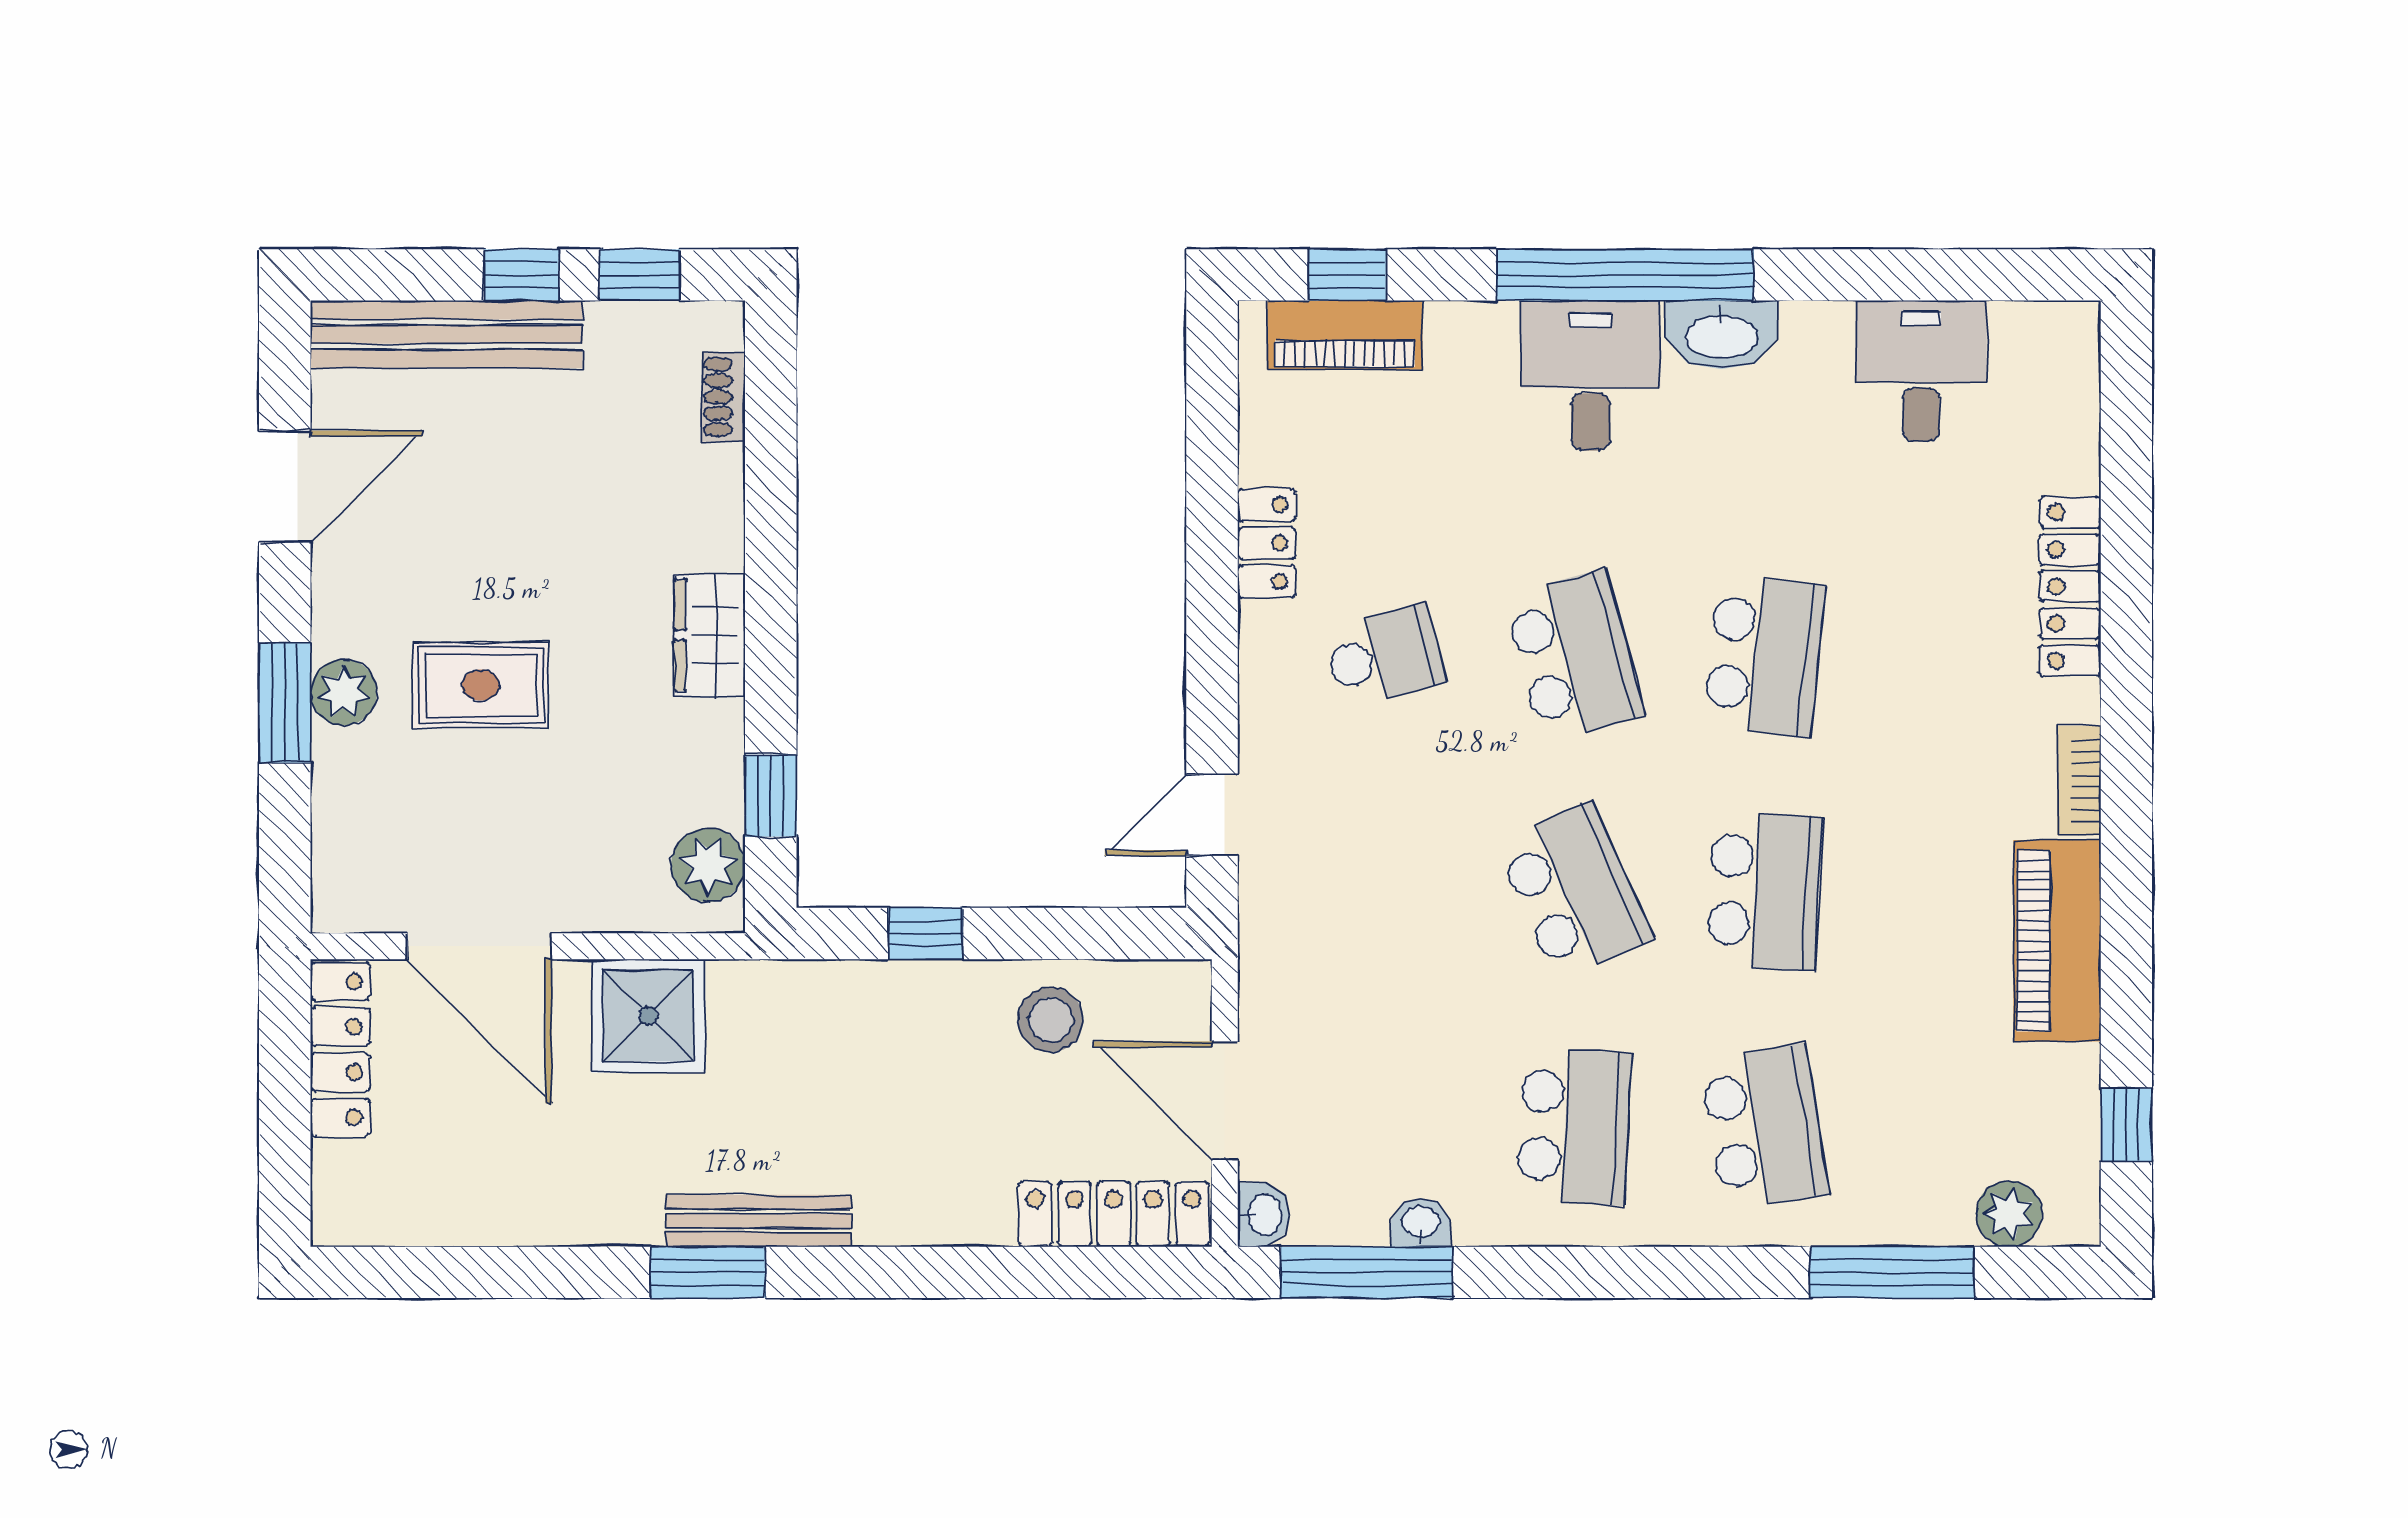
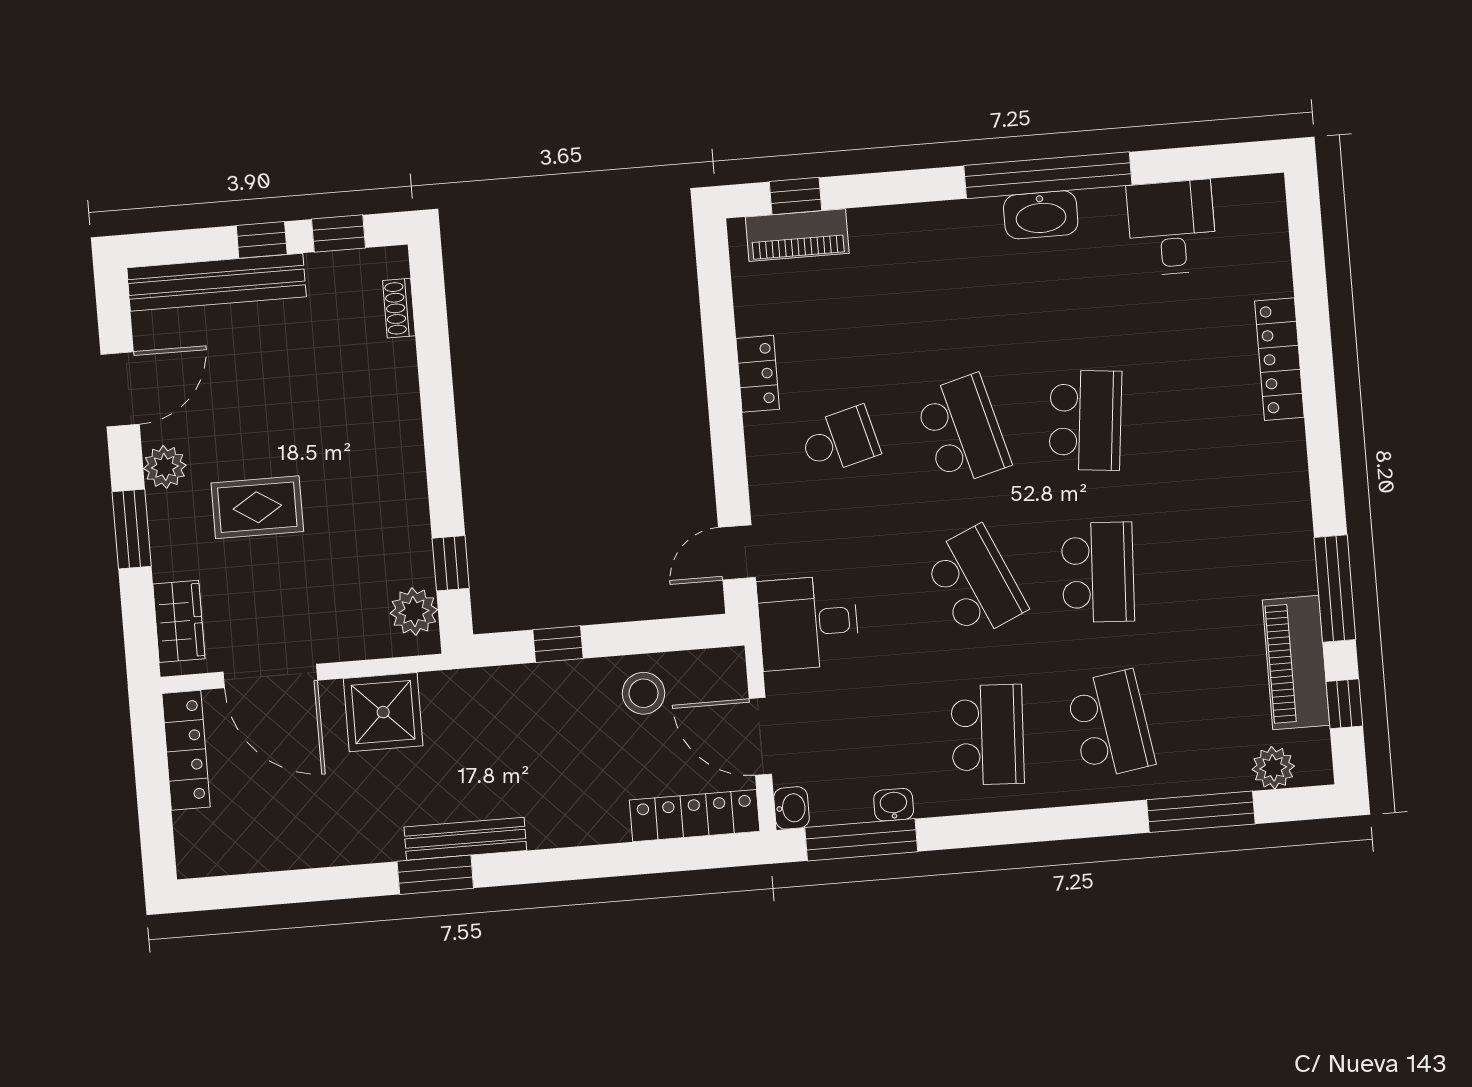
window: (1625, 275) -> (1048, 175), moved
desk: (1591, 375) -> (808, 623), moved, turned -90
wardrobe: (710, 635) -> (179, 621), moved, turned 180
plant: (344, 692) -> (165, 467), moved
bookcase: (2079, 780) -> (1295, 484), removed
piano: (2057, 941) -> (1296, 663), moved
window: (2126, 946) -> (1335, 588), added

